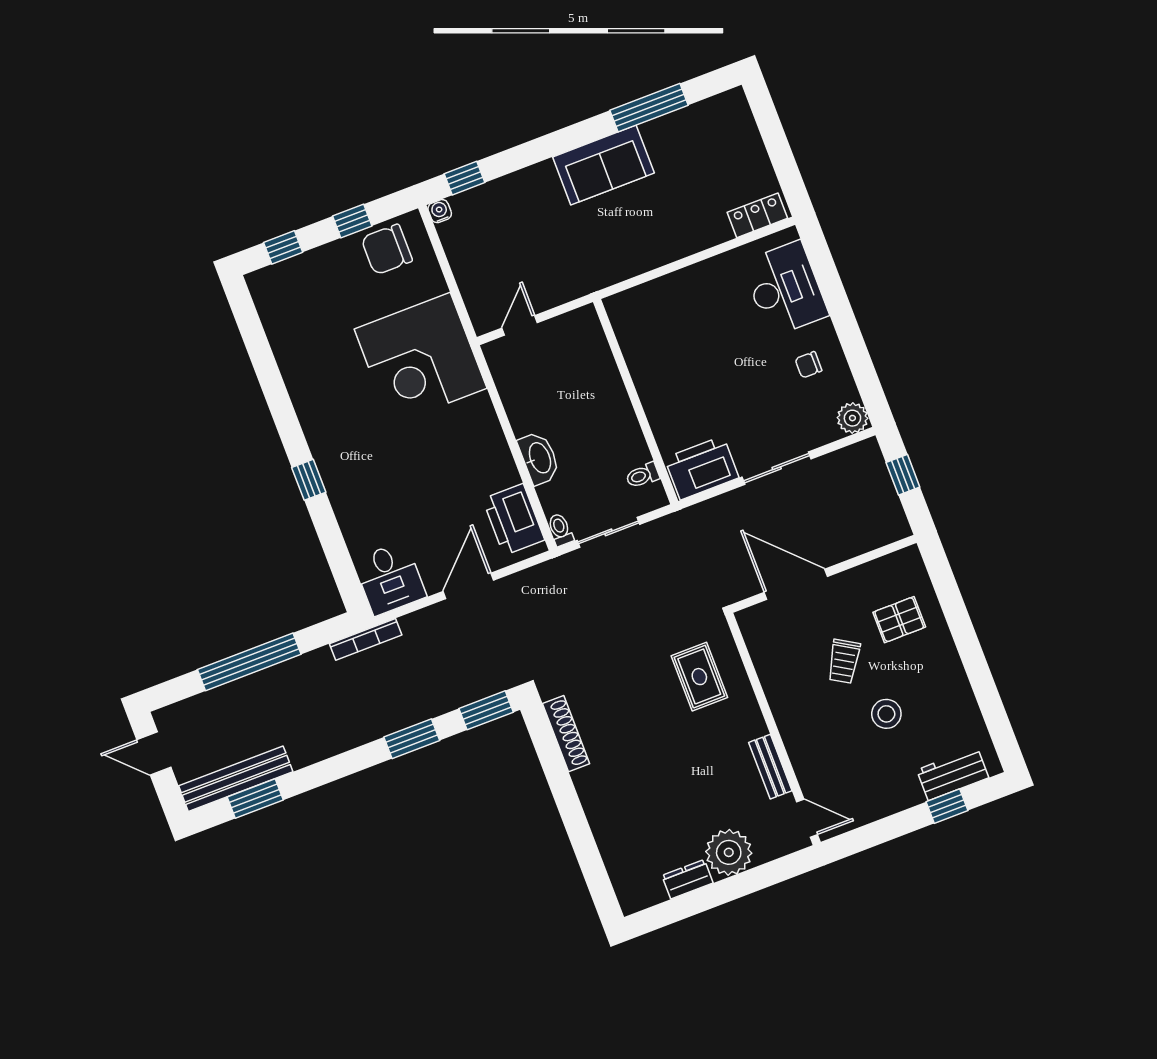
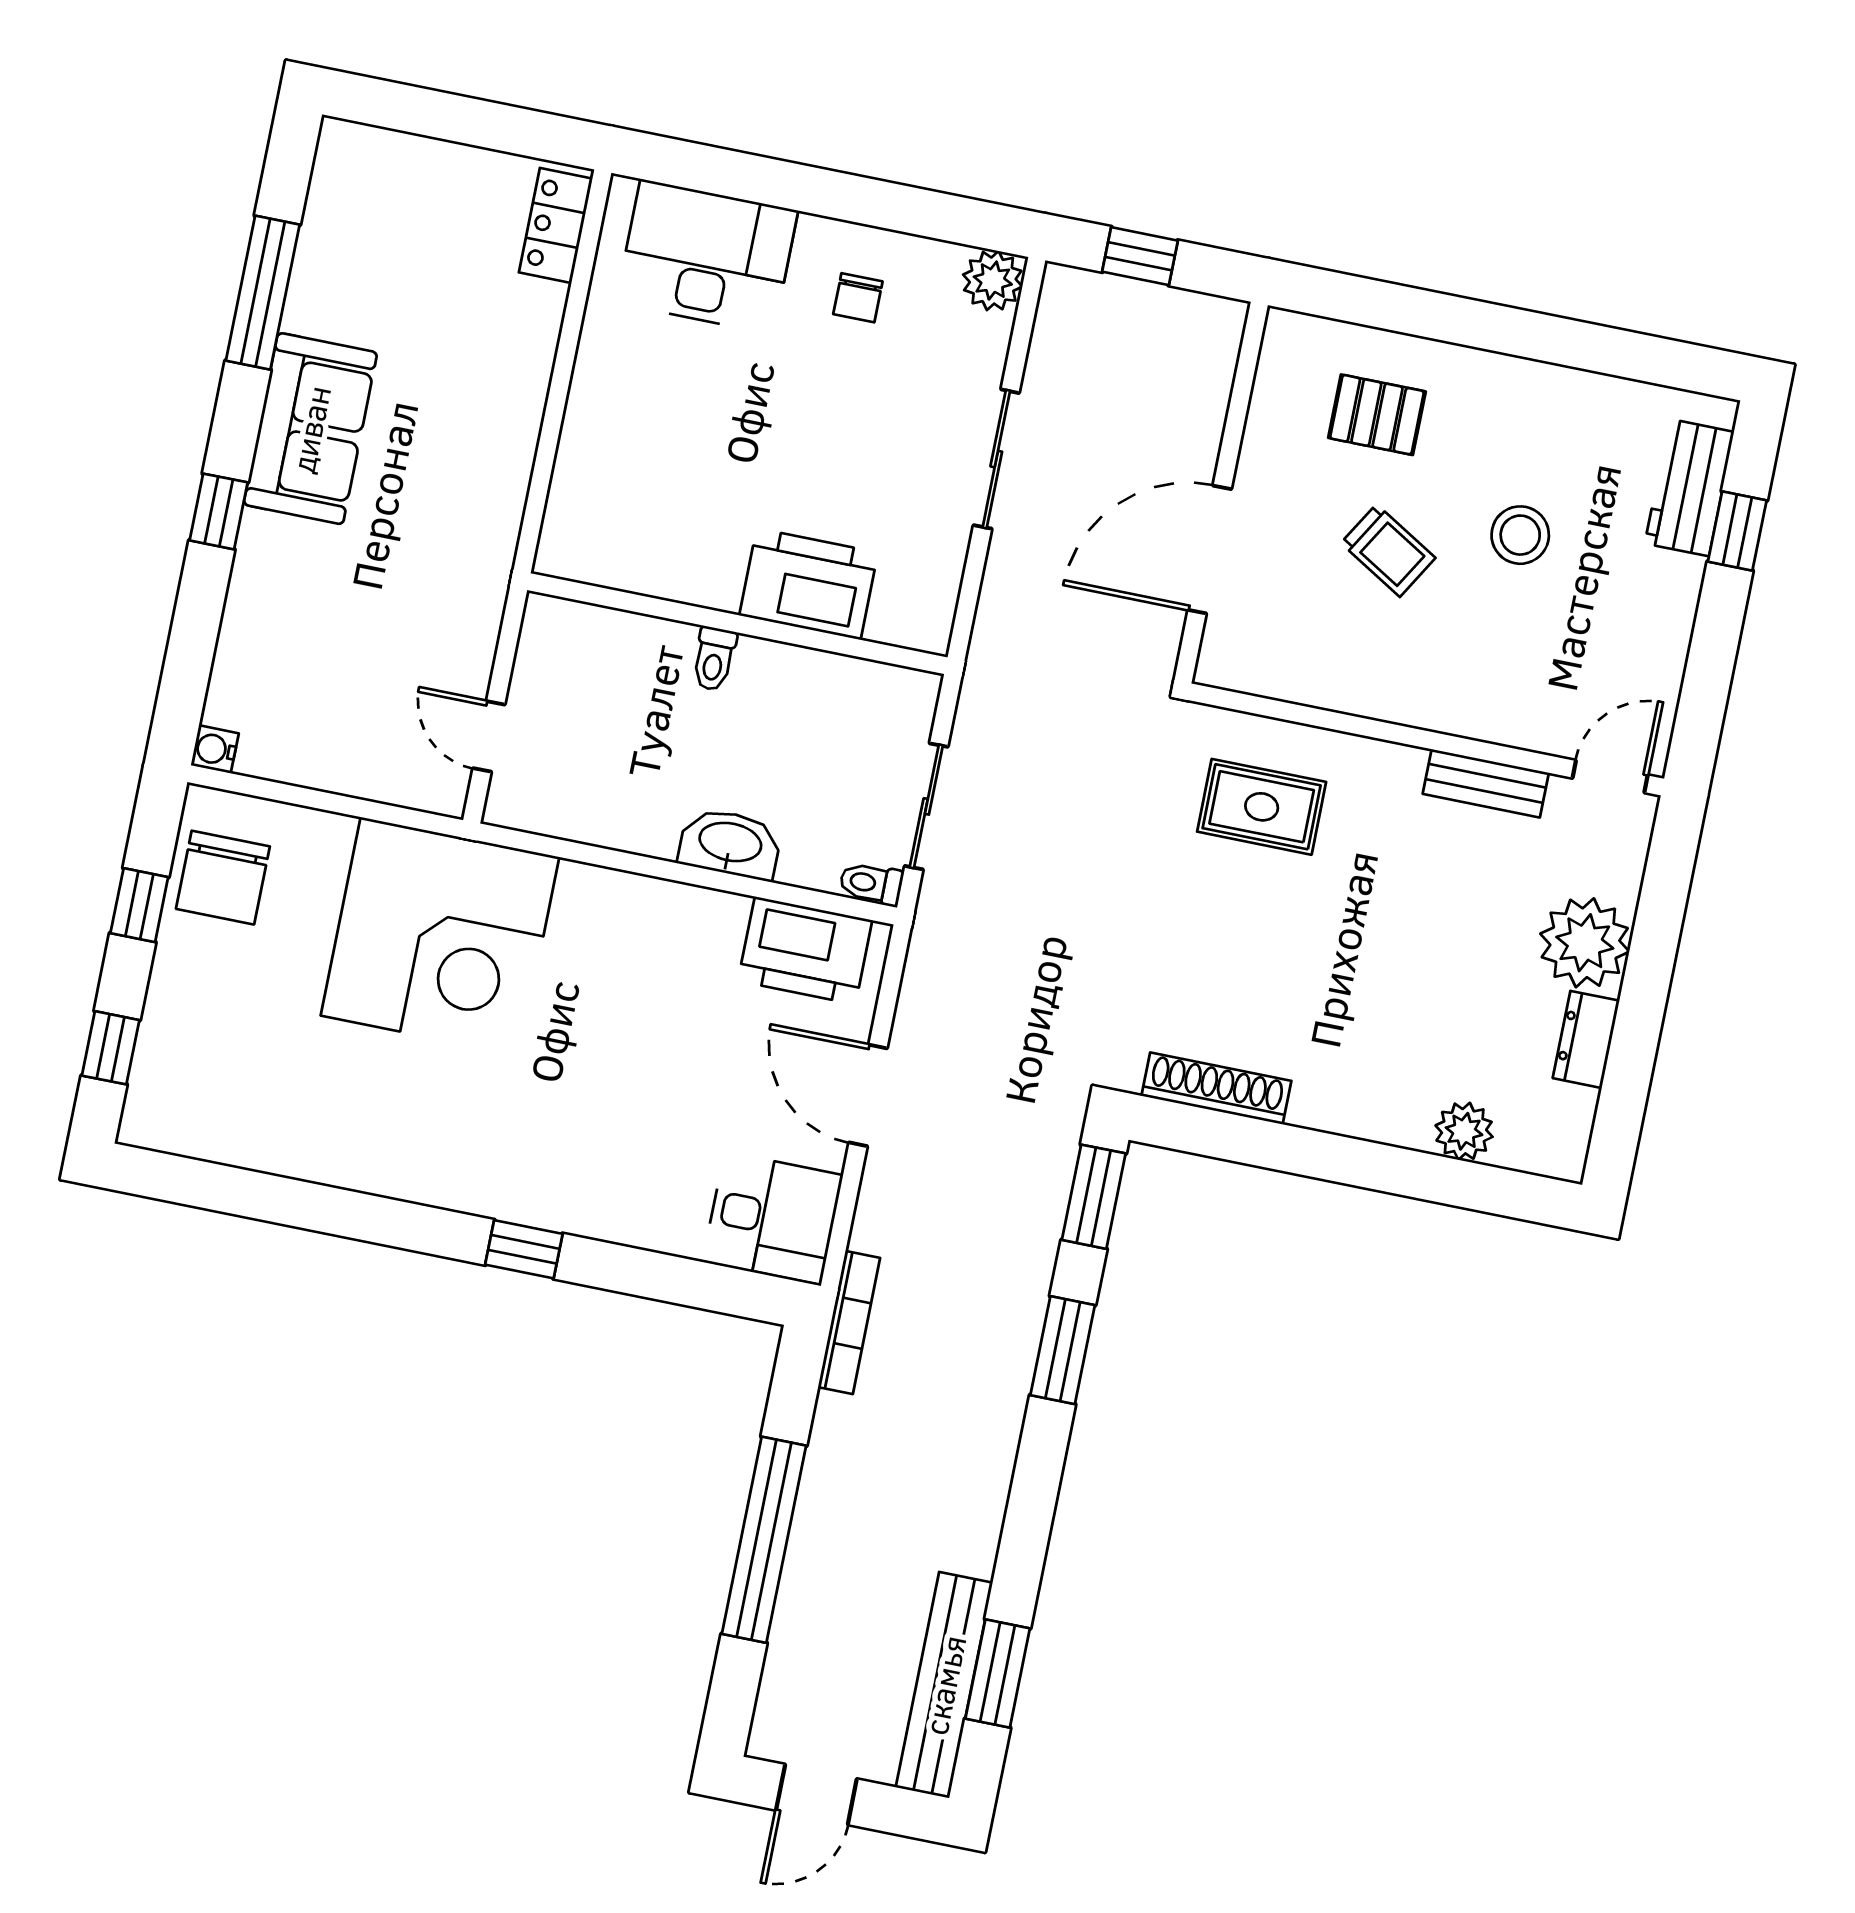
window: (465, 178) -> (219, 511), moved
printer: (702, 468) -> (809, 584), moved, turned 90
toilet: (643, 475) -> (714, 659), moved
pallet: (899, 620) -> (1377, 415), turned 90
plant: (615, 852) -> (1464, 1131), added

